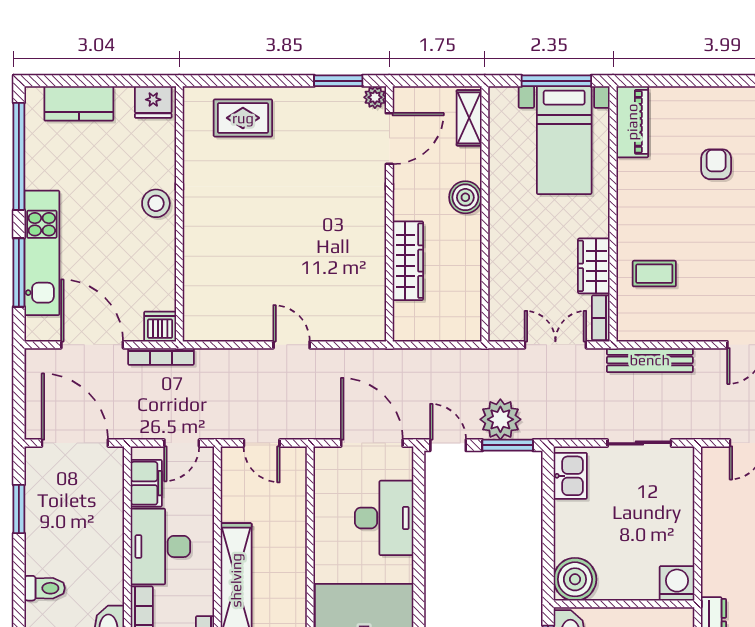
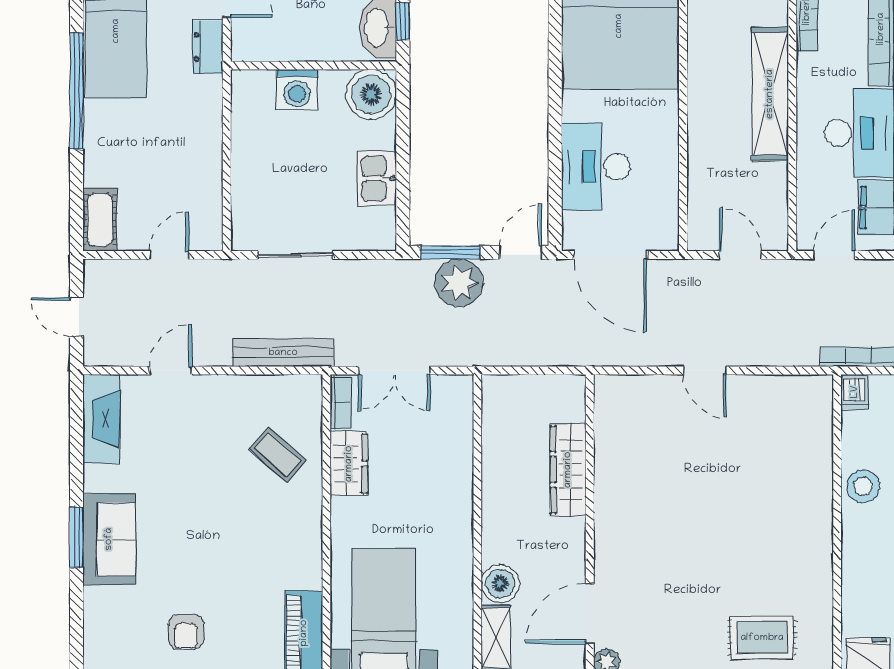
armchair: (716, 164) -> (186, 632), moved
boiler: (465, 197) -> (500, 584), moved
stool: (156, 203) -> (863, 486), moved
coffee table: (654, 274) -> (278, 454), turned 41
dishwasher: (160, 327) -> (855, 392), width x0.73
door: (448, 445) -> (521, 252), swing flipped
kitchen sink: (570, 476) -> (377, 178), moved
washing machine: (677, 583) -> (297, 90), moved

